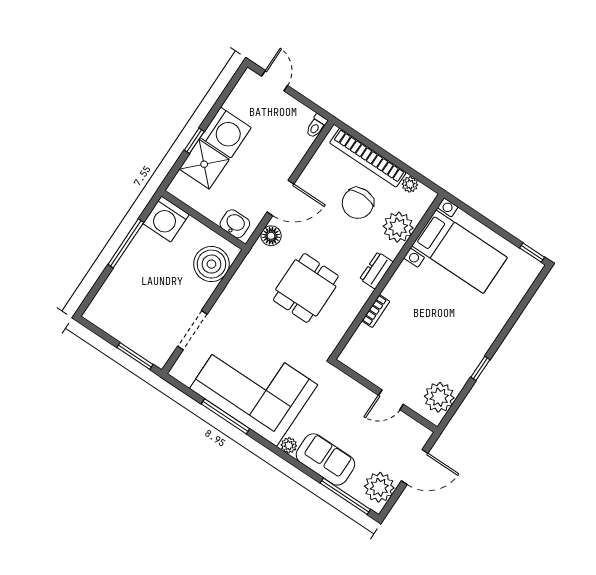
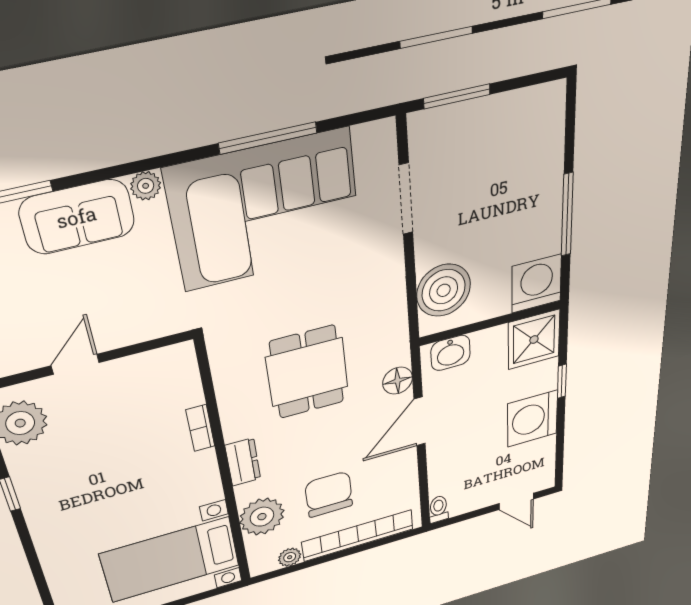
shower: (204, 164) -> (534, 340), moved

